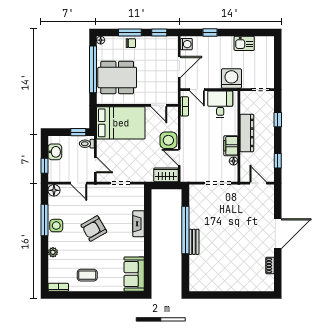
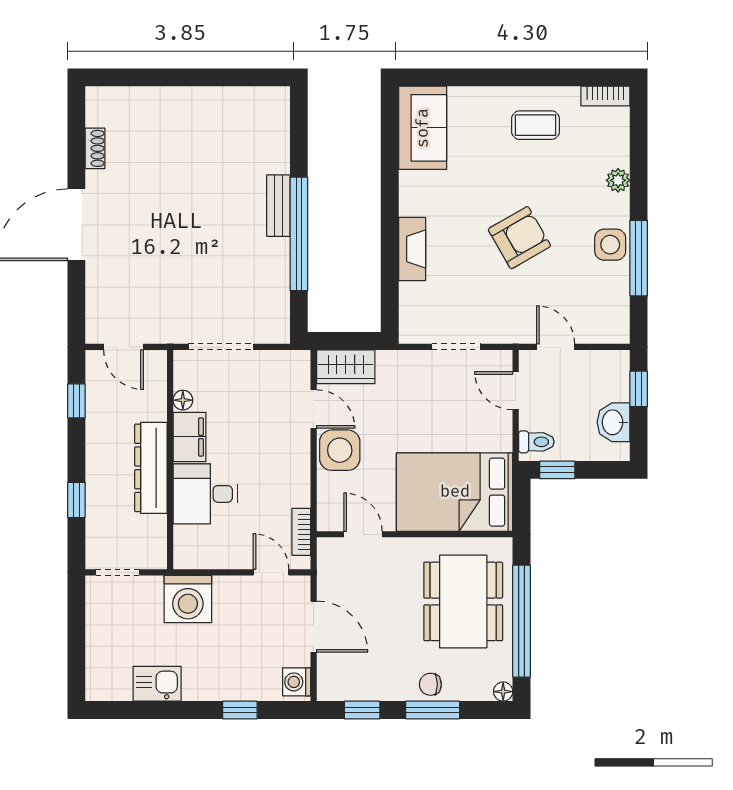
door: (179, 67) -> (314, 627), swing flipped
dining table: (117, 77) -> (463, 601), turned 90
desk: (220, 104) -> (205, 494), moved, turned 90
floor lamp: (54, 190) -> (616, 330), removed

